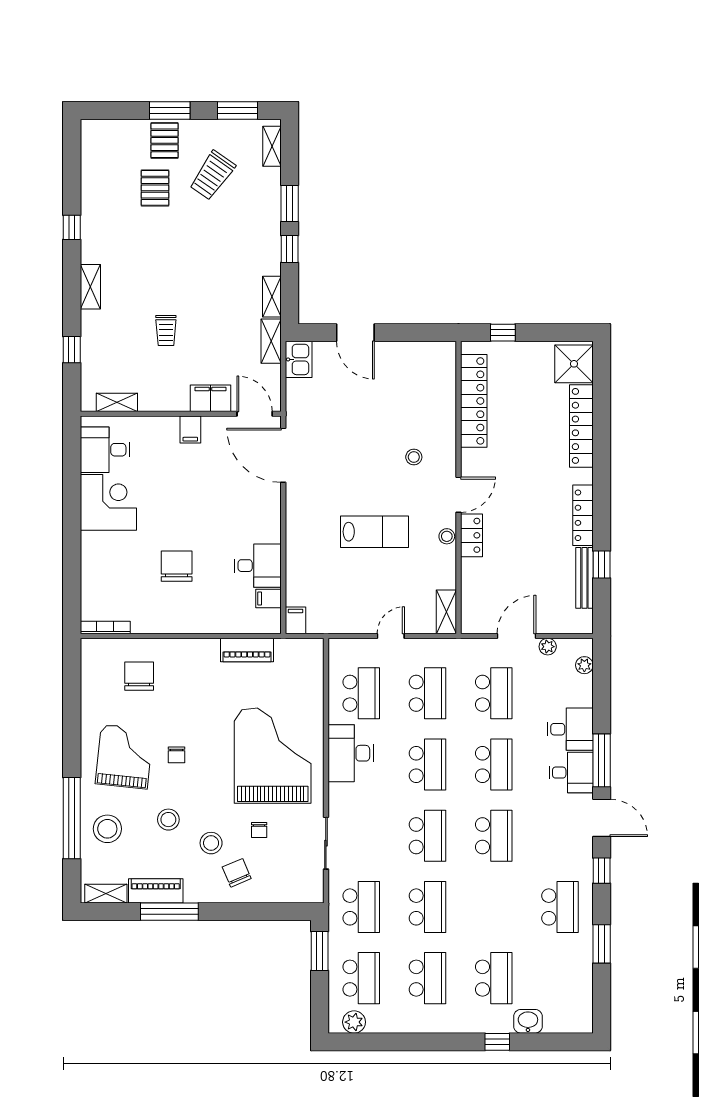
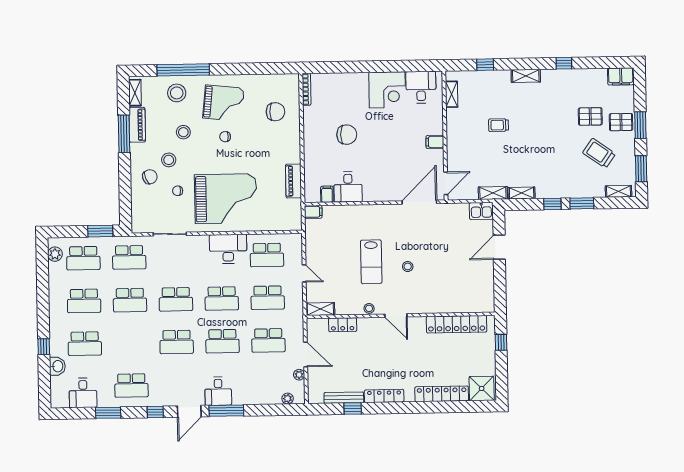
filing cabinet: (210, 398) -> (621, 76), moved, turned 90
stool: (414, 457) -> (408, 266), moved
locker: (471, 535) -> (343, 325), moved
desk: (570, 729) -> (83, 393), moved

